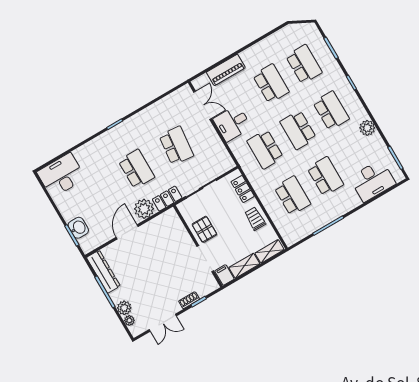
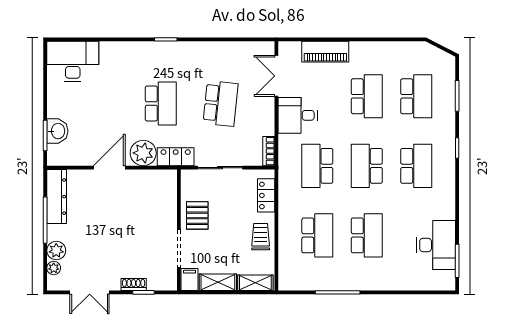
double door: (203, 105) -> (276, 76), swing flipped
plant: (367, 128) -> (445, 209), removed
bookcase: (227, 158) -> (269, 151), added
desk: (373, 181) -> (436, 245), moved, turned -90

